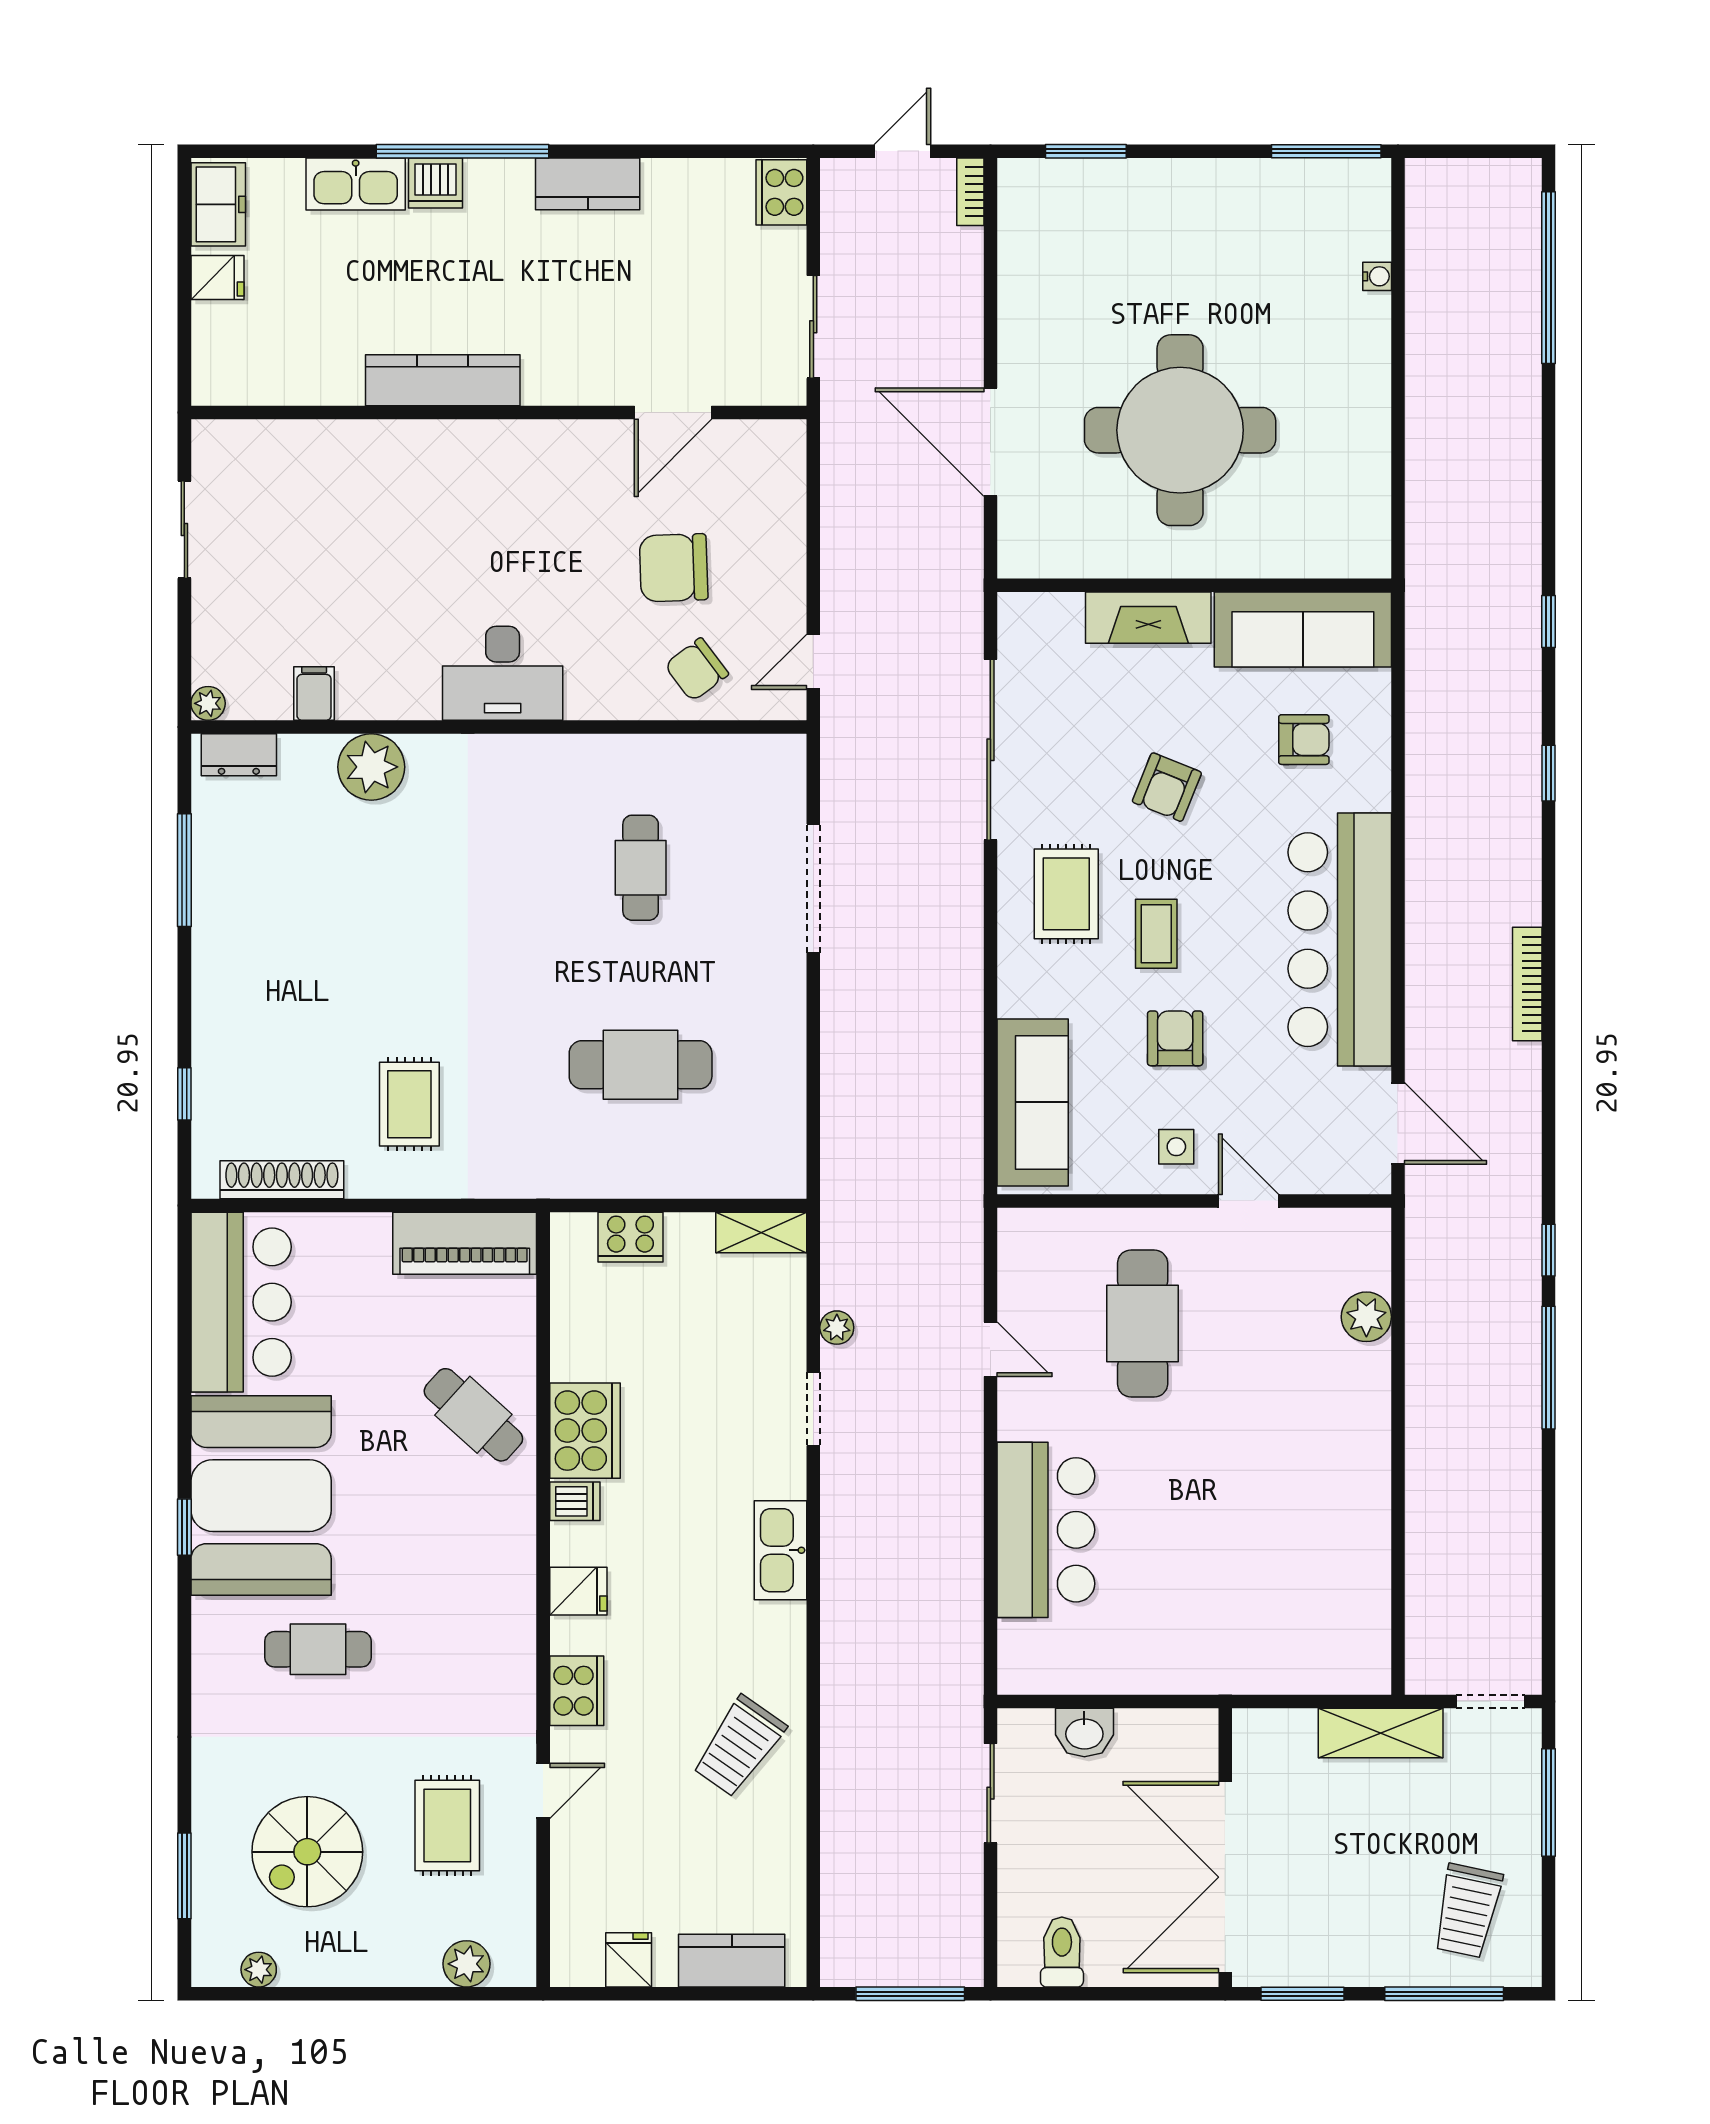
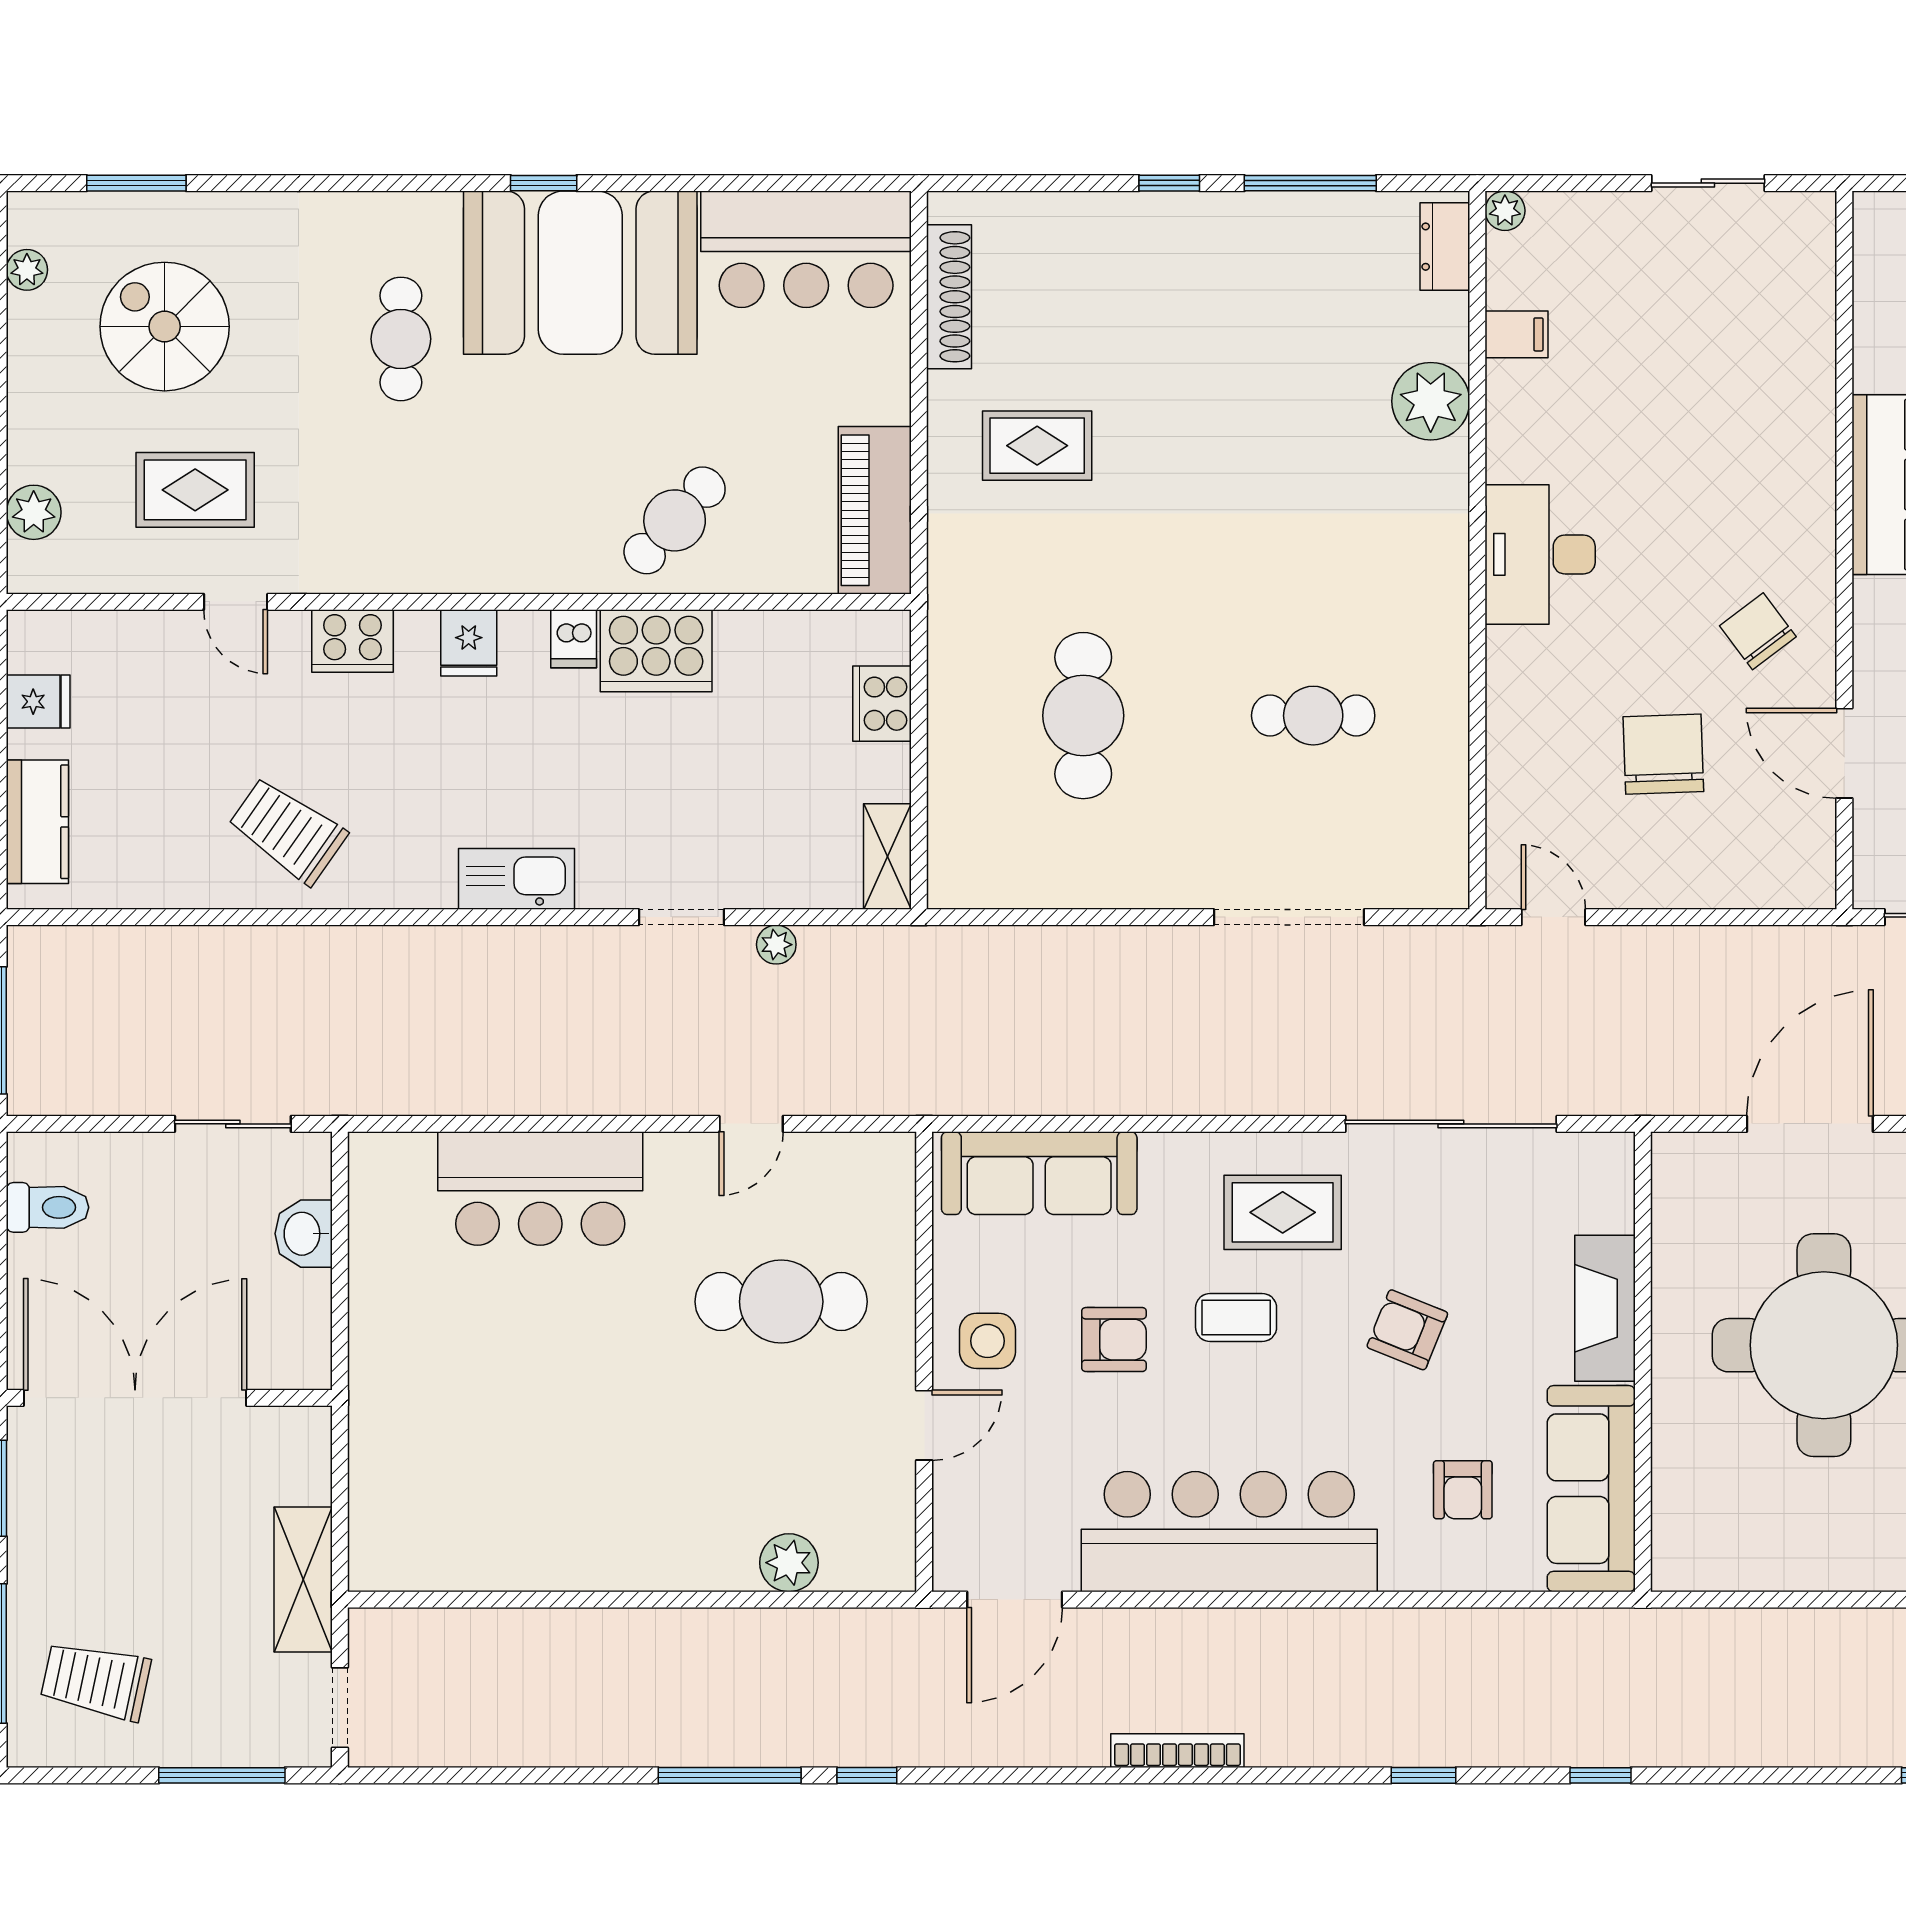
chair: (697, 670) -> (1758, 631), moved
window: (184, 1094) -> (1169, 183), moved
side table: (1176, 1147) -> (988, 1341), width x1.37, depth x1.37

